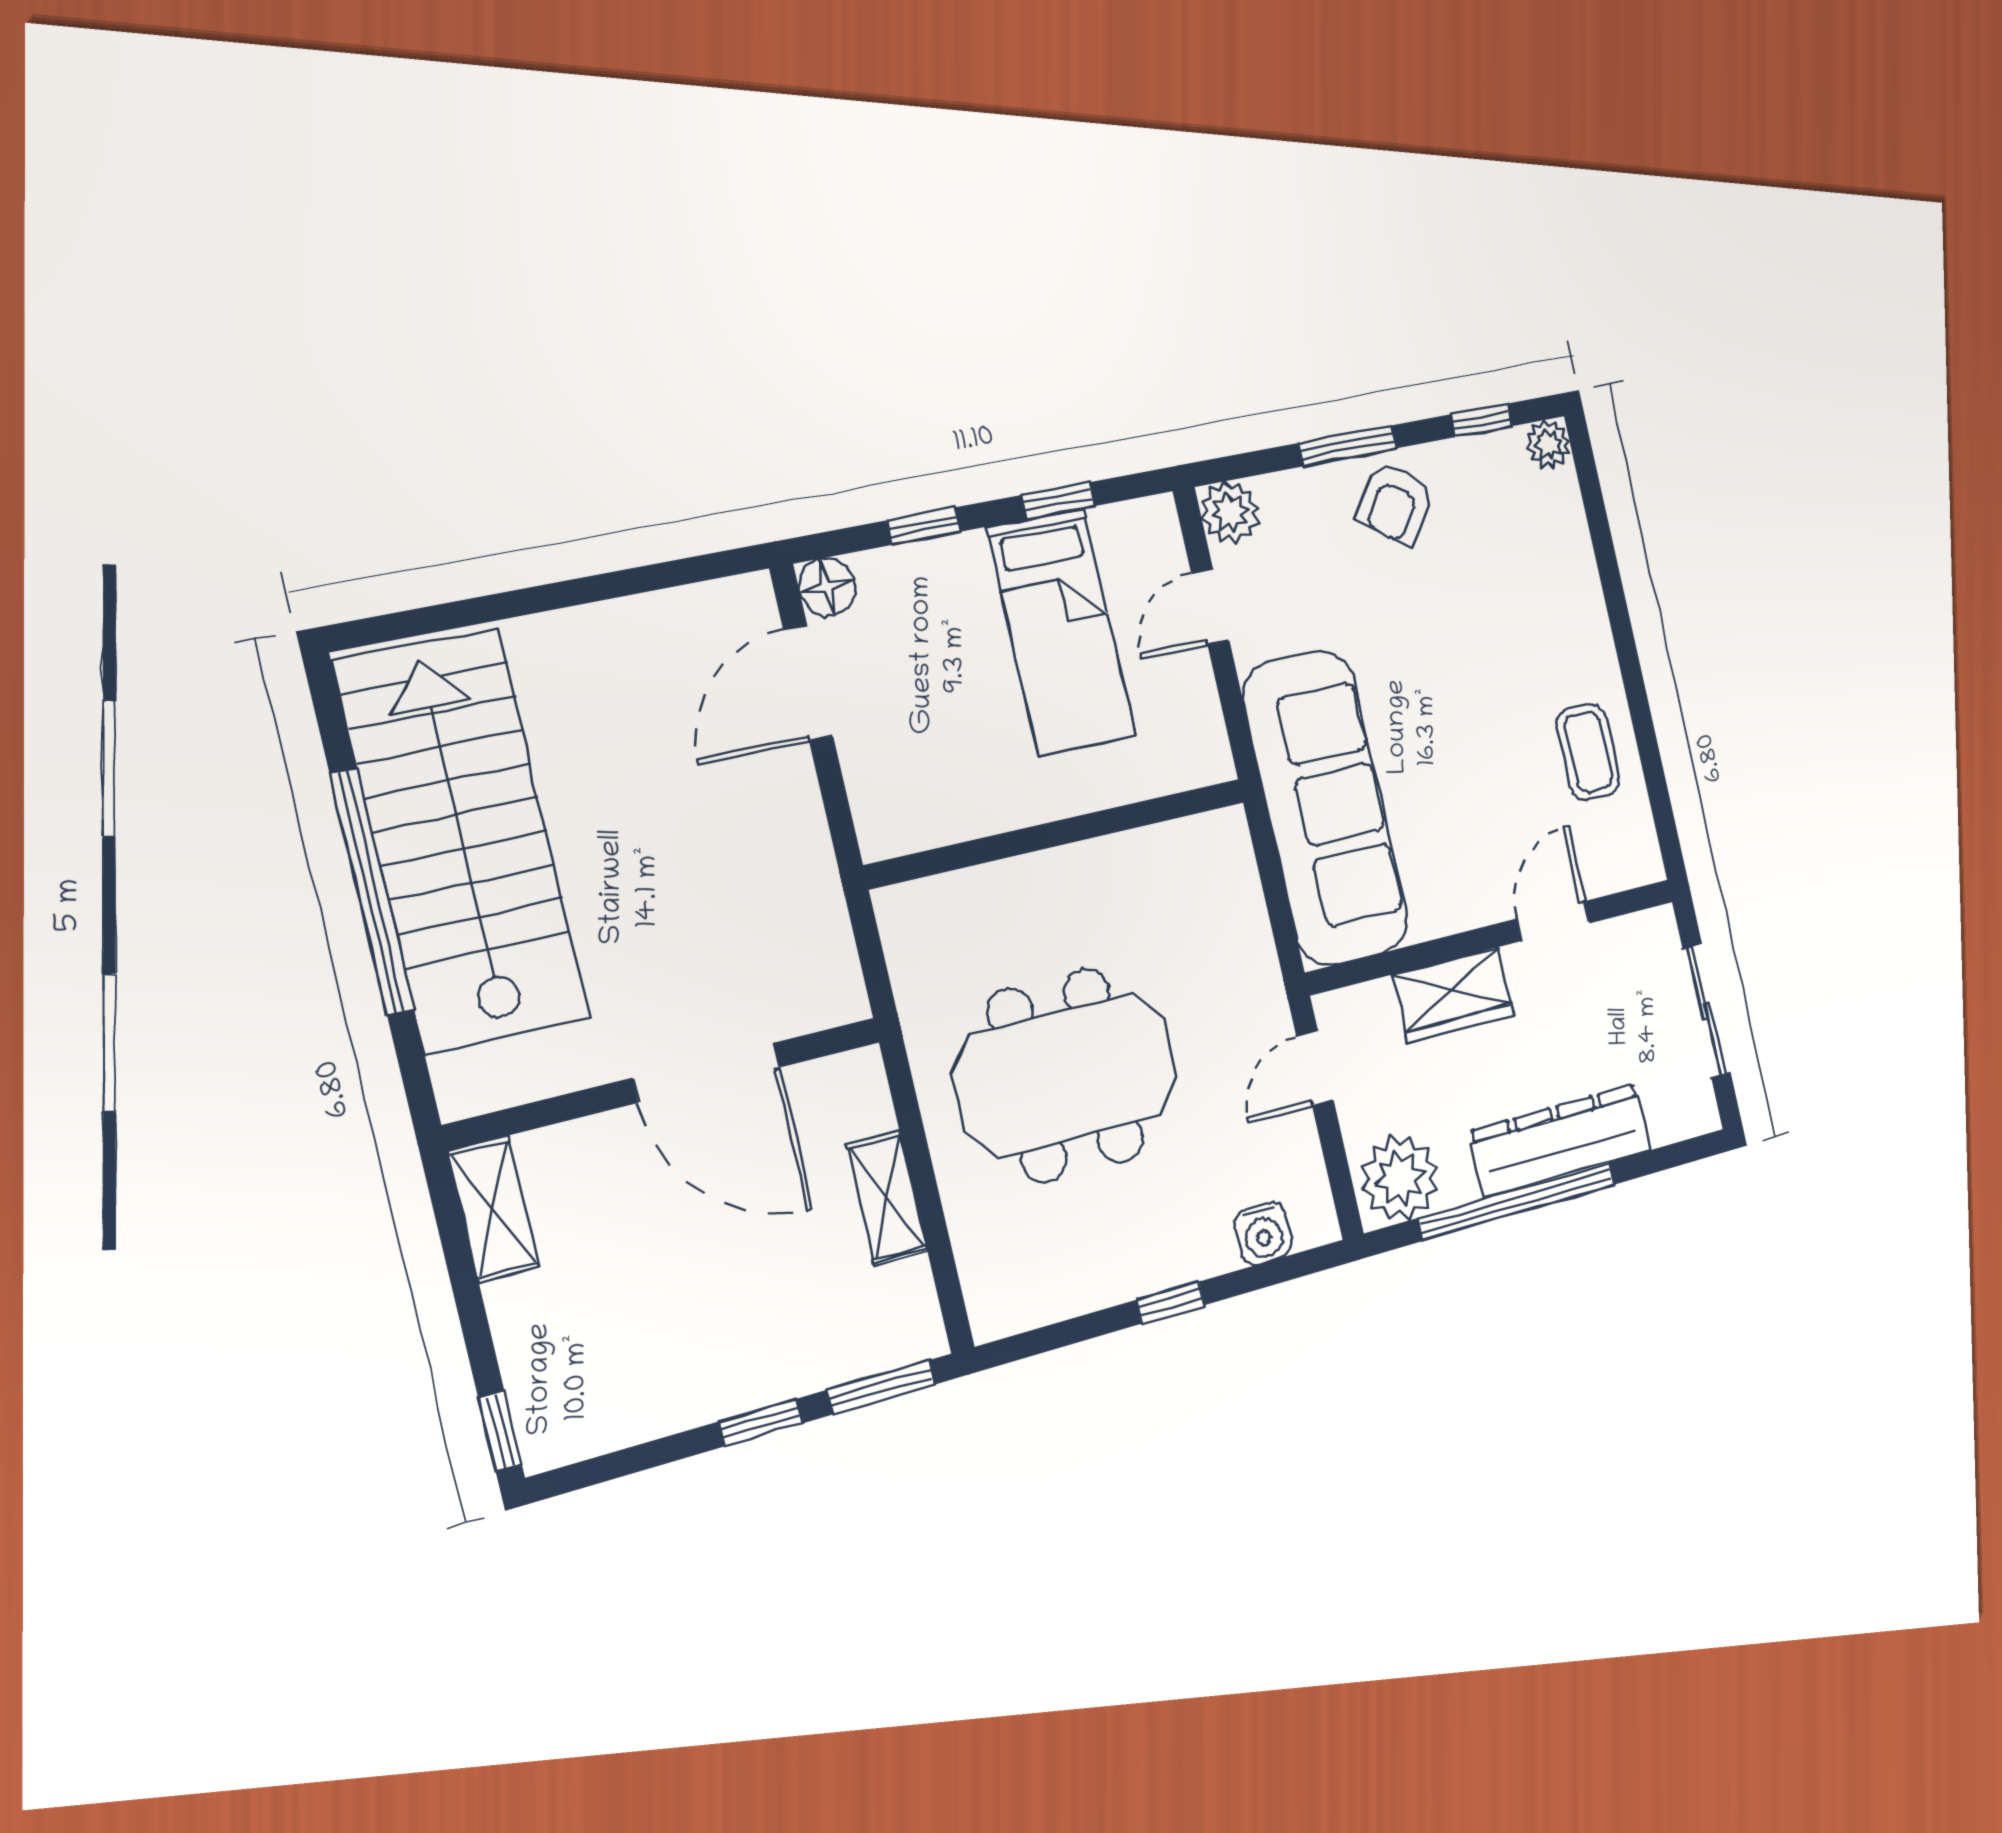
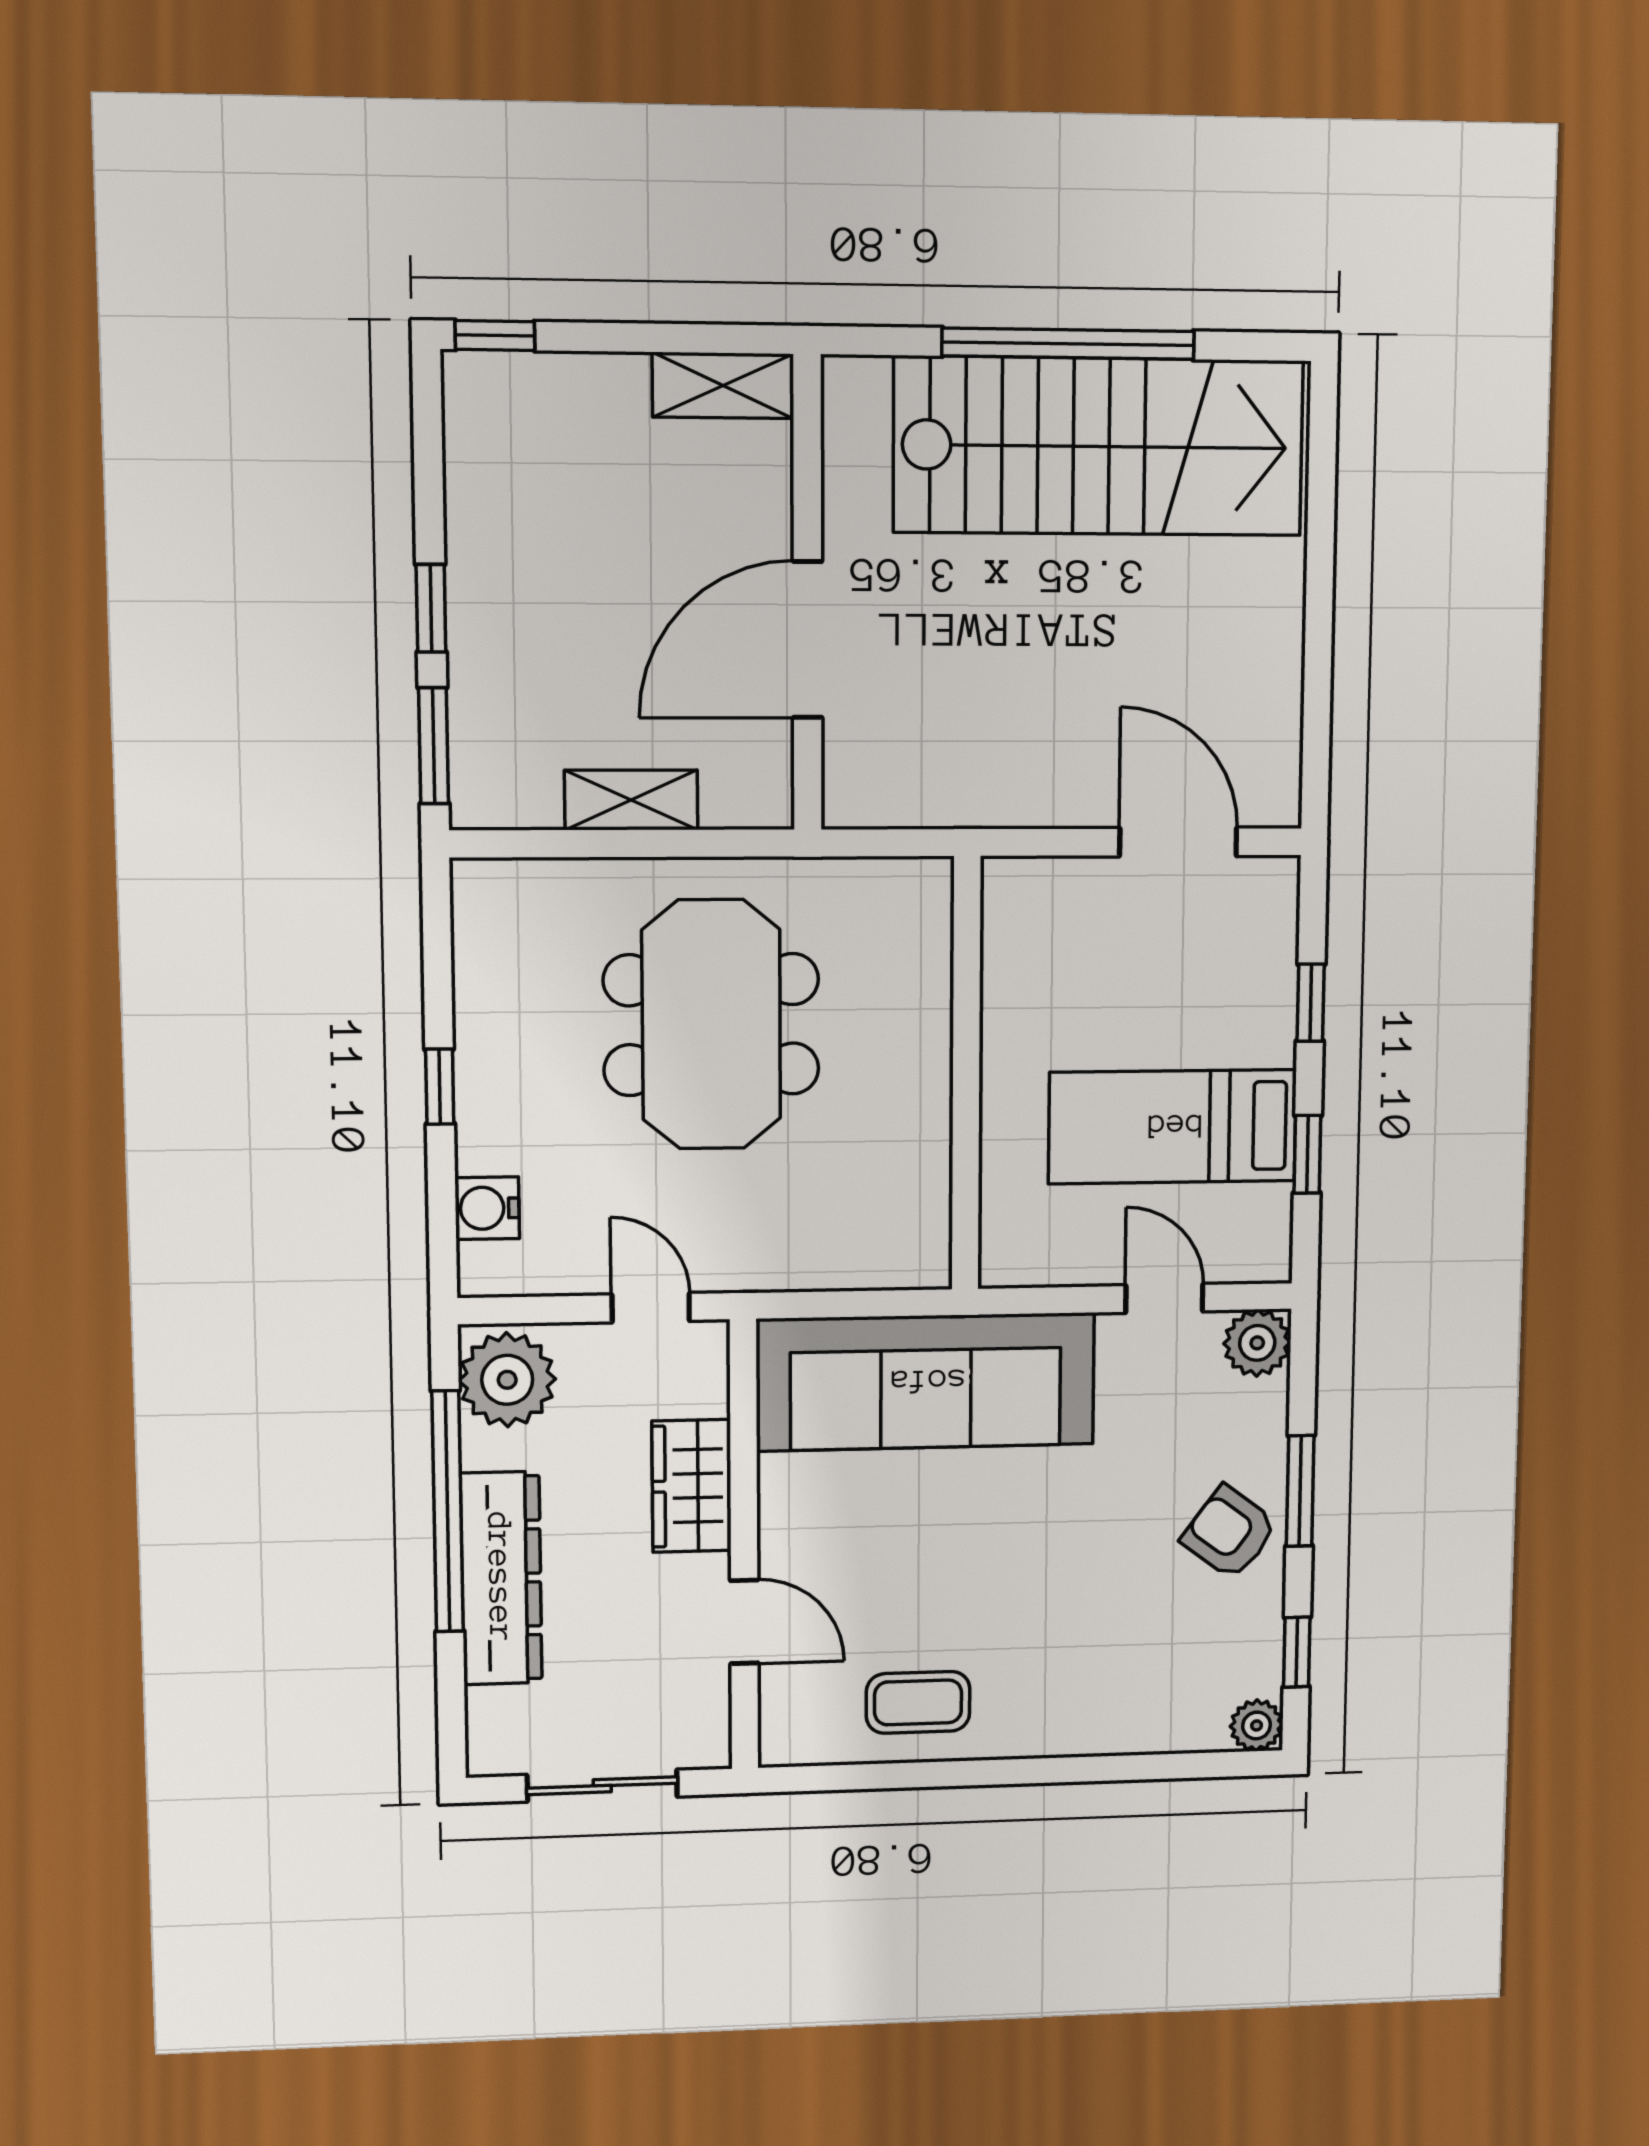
floor lamp: (827, 587) -> (1271, 885), removed

